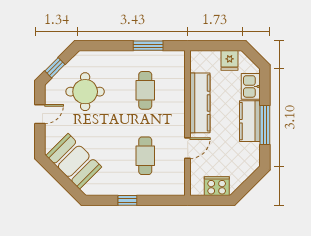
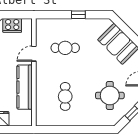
window: (148, 46) -> (63, 130), removed
cafe table: (145, 156) -> (65, 48), turned 90

